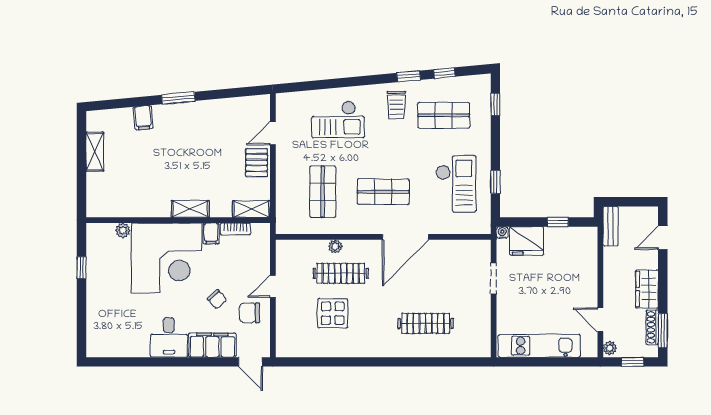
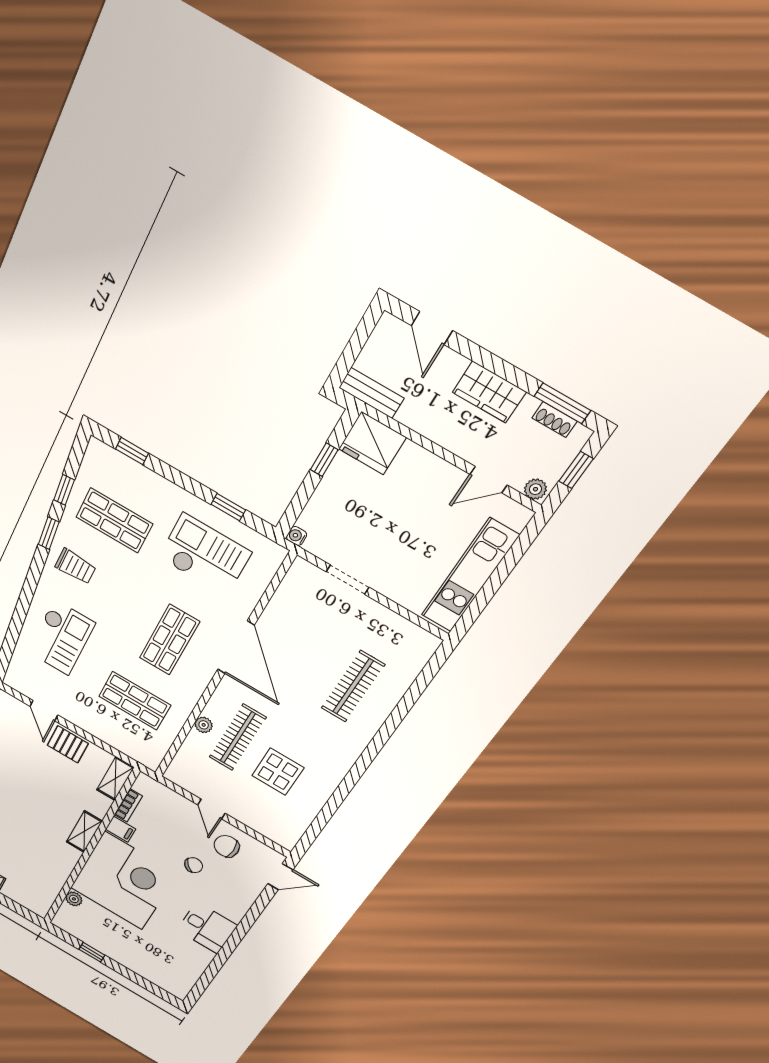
shop shelf: (444, 115) -> (114, 520), turned 90
fridge: (527, 241) -> (372, 443), moved, turned 90
chair: (250, 313) -> (227, 846), turned 90
shoe rack: (652, 327) -> (555, 420), width x0.70
filing cabinet: (212, 345) -> (240, 898), removed

